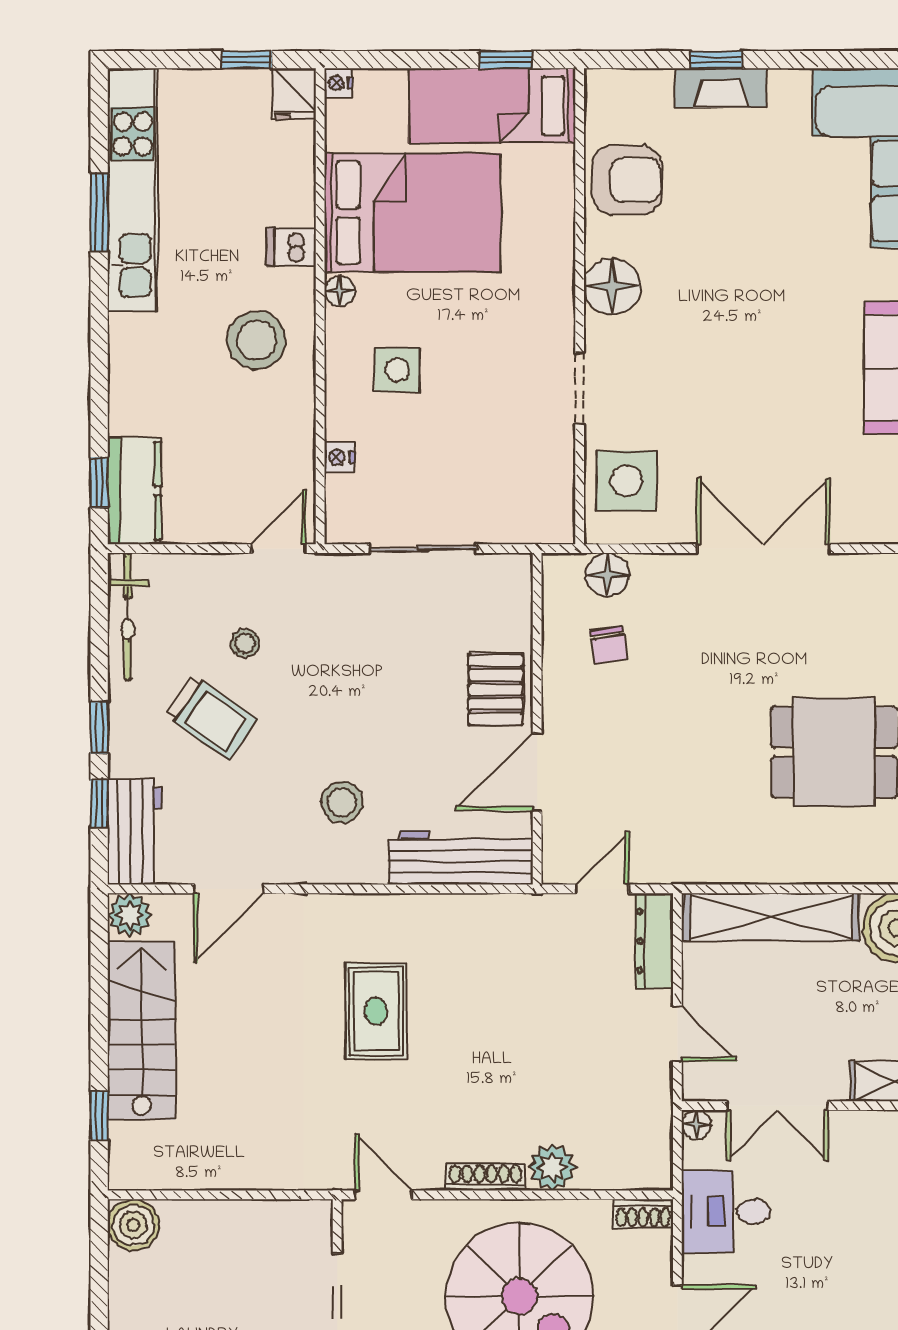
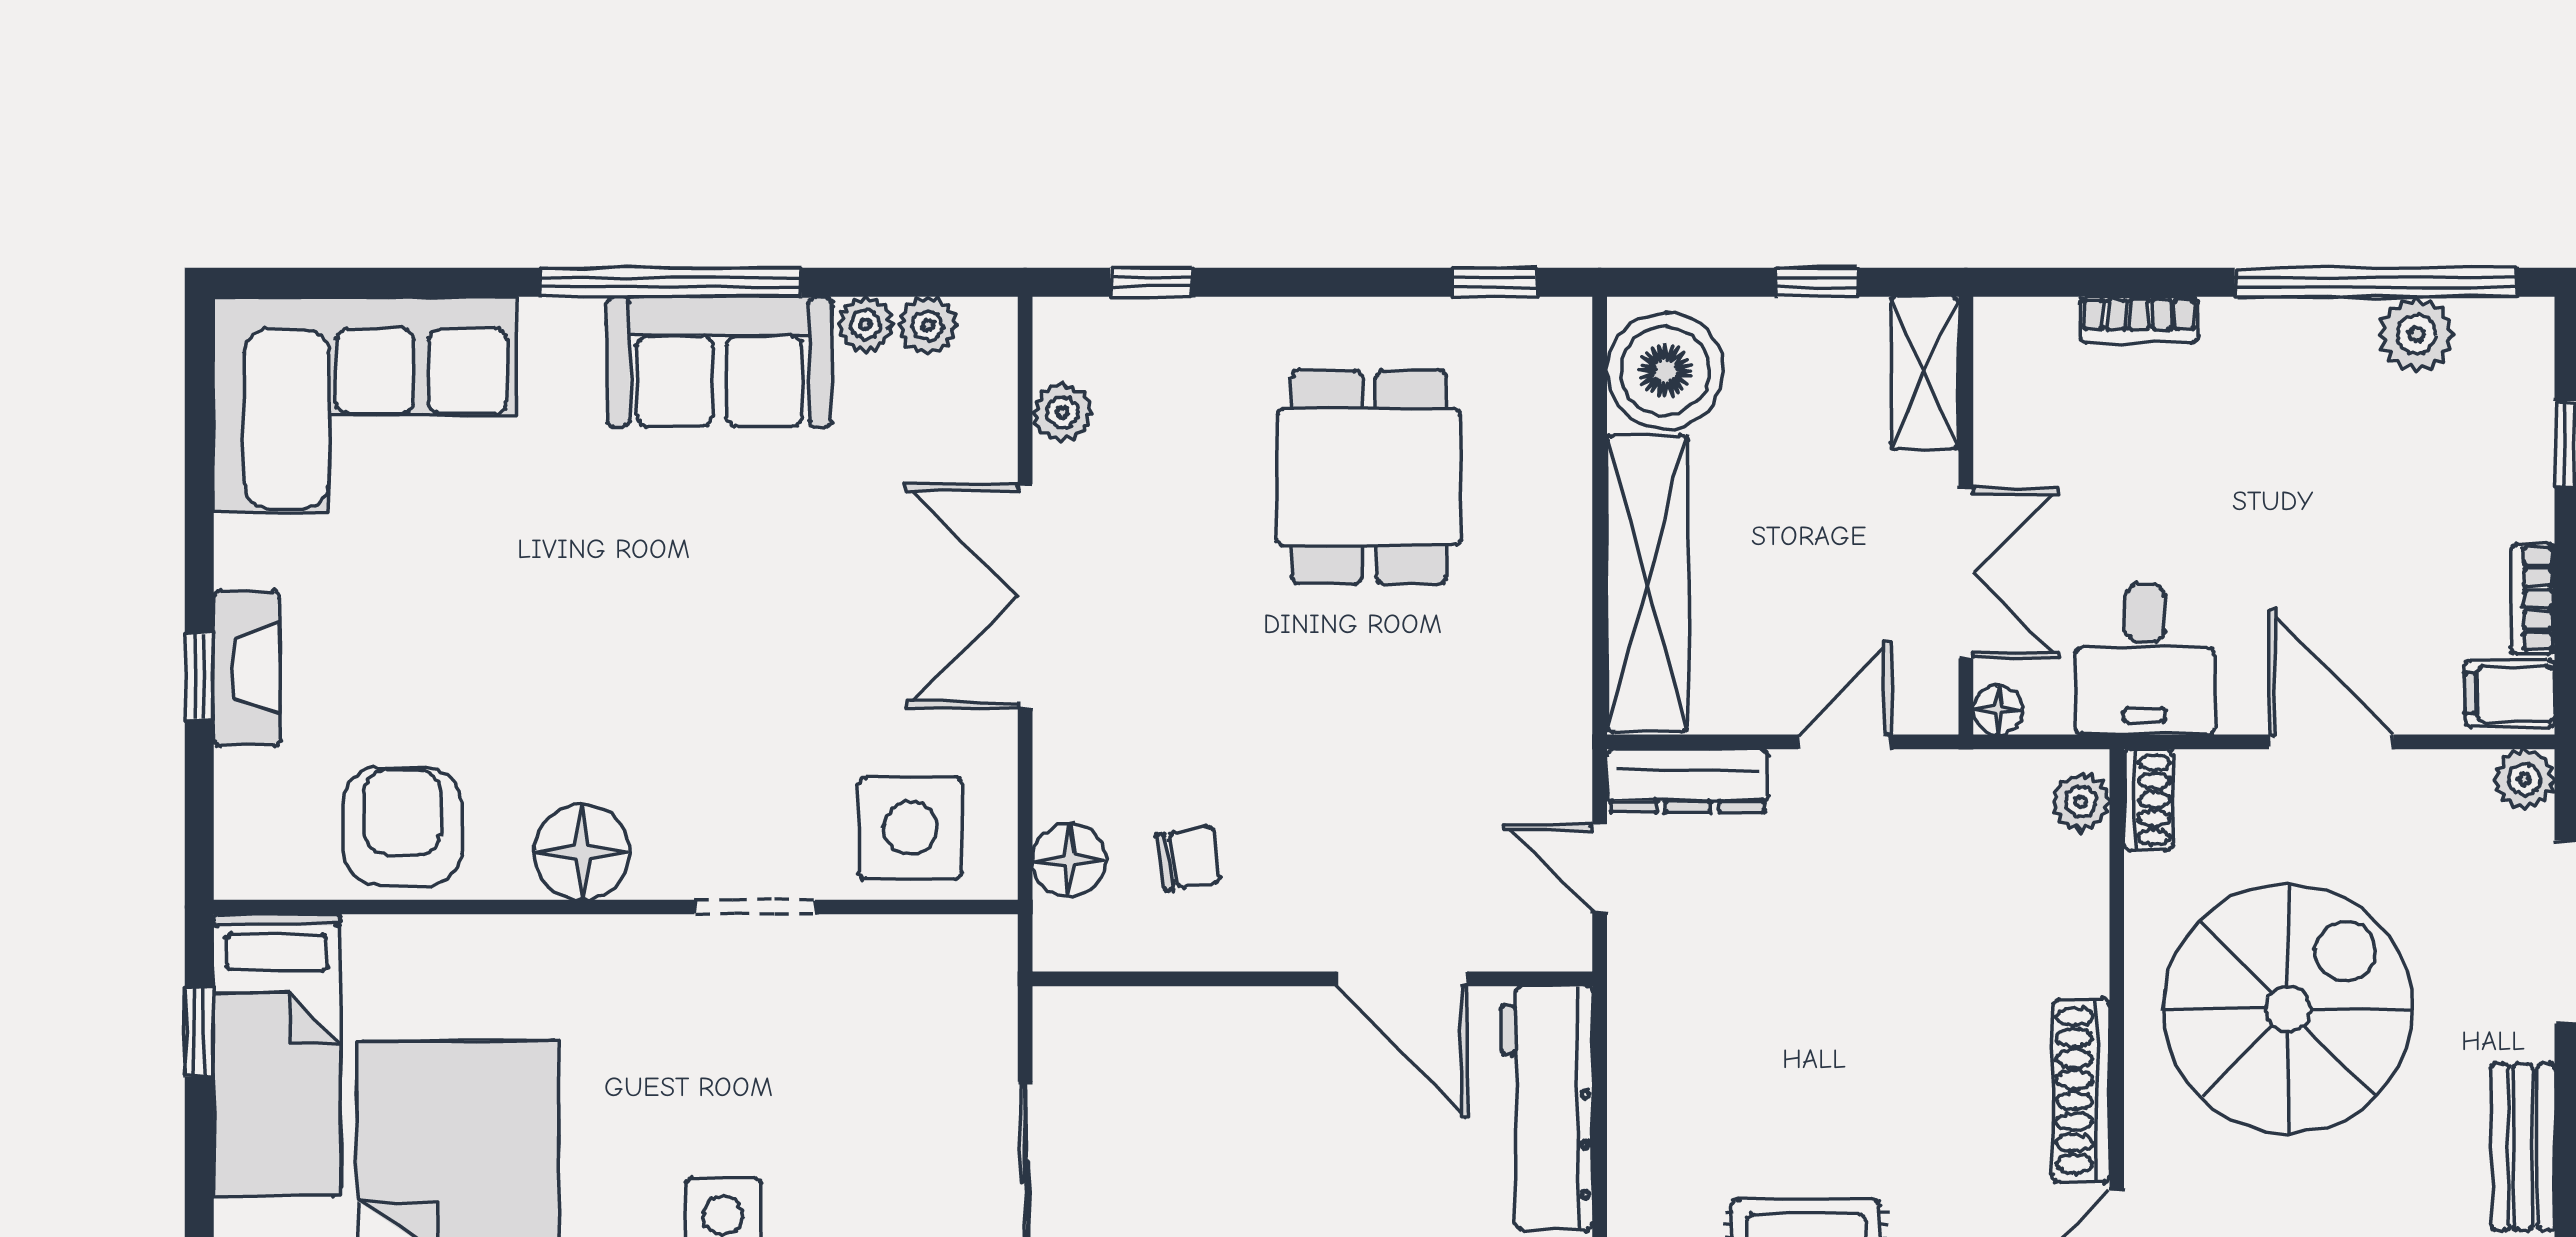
plant: (872, 571) -> (1062, 412), added
pallet: (496, 690) -> (1263, 1049), removed
plant: (552, 1167) -> (2081, 802), moved, width x0.73, depth x0.73
shoe rack: (485, 1177) -> (2081, 1090), width x1.36, depth x1.24

